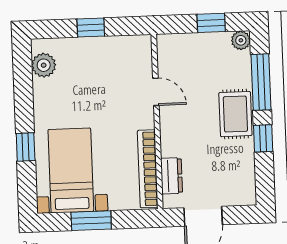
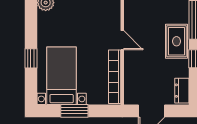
door: (156, 92) -> (122, 40), moved
dresser: (172, 176) -> (182, 91), moved, turned 180

